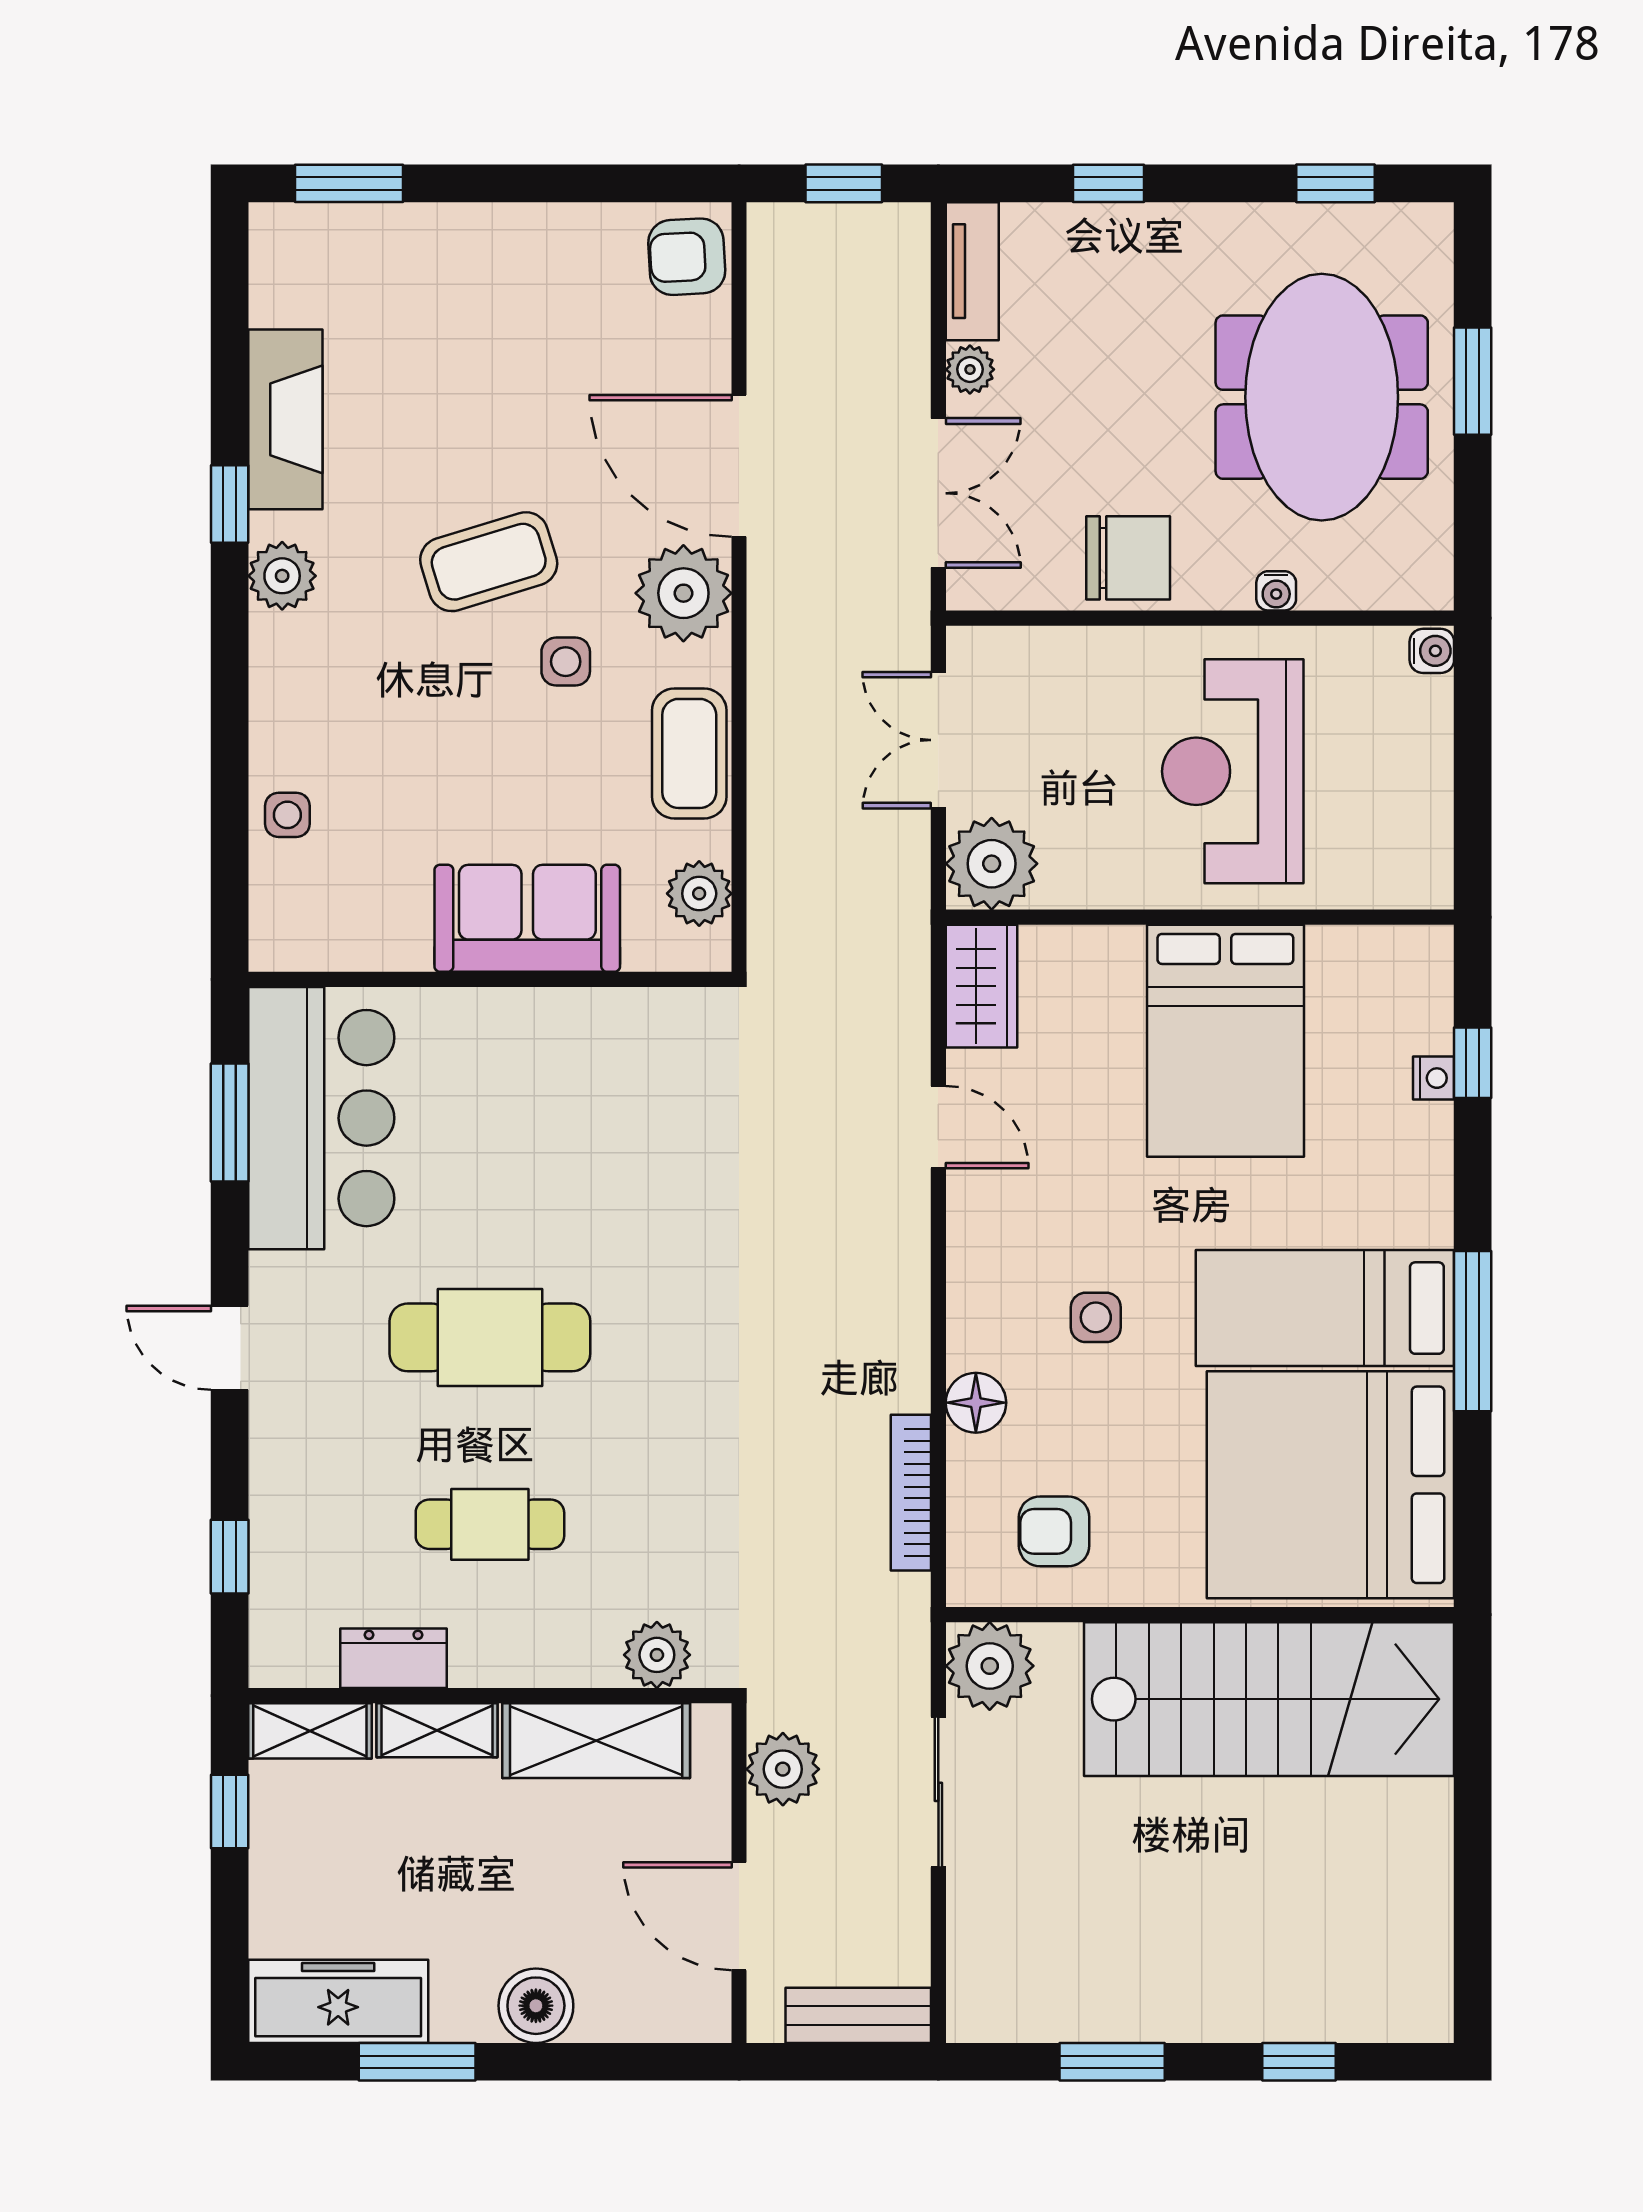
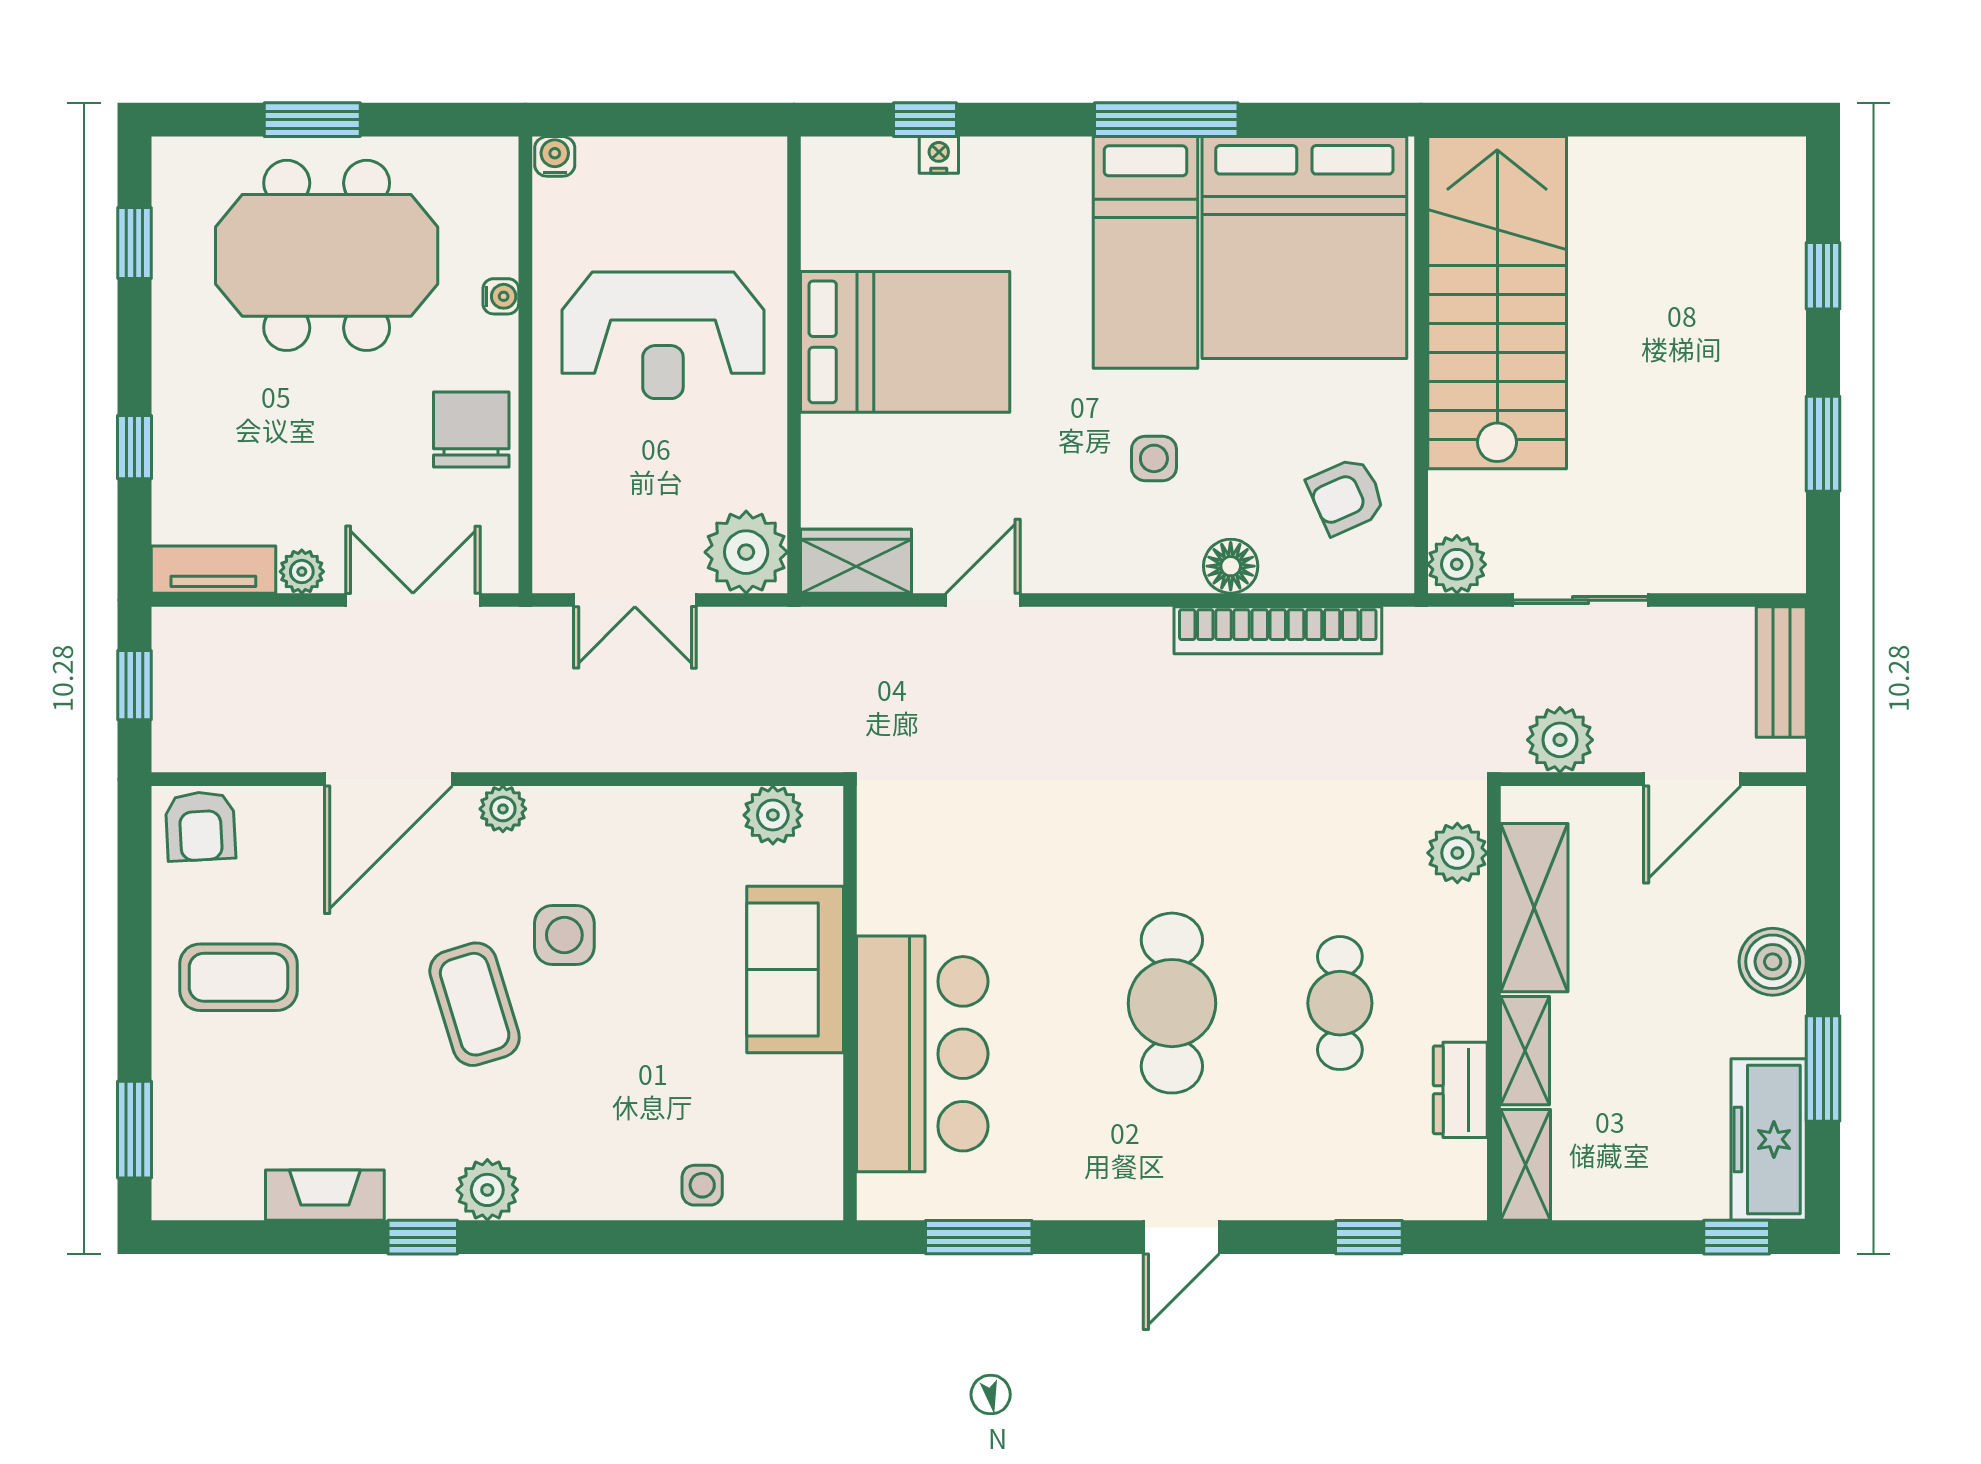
fireplace: (285, 419) -> (325, 1195), width x0.73, depth x0.76
plant: (683, 593) -> (503, 809), width x0.53, depth x0.53
side table: (566, 662) -> (564, 935), width x1.37, depth x1.37
coffee table: (689, 753) -> (238, 977), moved
bar counter: (321, 1118) -> (922, 1054), moved, turned 90
bookcase: (911, 1493) -> (1278, 630), width x1.48, depth x1.31
armchair: (1054, 1531) -> (1346, 496), turned 66
plant: (990, 1666) -> (1457, 564), width x0.73, depth x0.73
window: (230, 1812) -> (1737, 1237), moved

